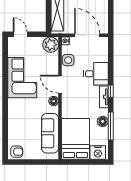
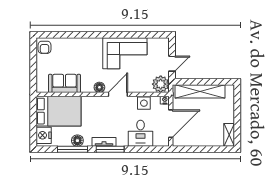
door: (20, 34) -> (172, 64), moved
desk: (96, 74) -> (141, 133), moved
window: (111, 91) -> (110, 149), width x2.17
sofa: (50, 133) -> (65, 83), width x0.73

